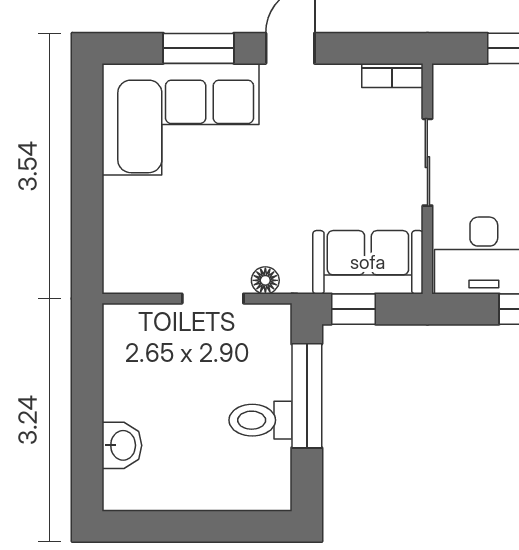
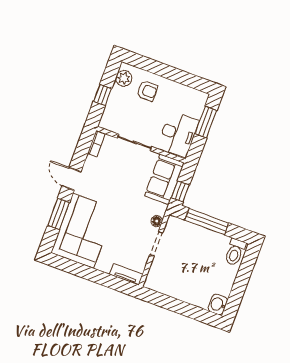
tv unit: (117, 255) -> (126, 274), added
toilet: (260, 420) -> (235, 252), moved
washbasin: (122, 445) -> (218, 304), moved, turned -90

